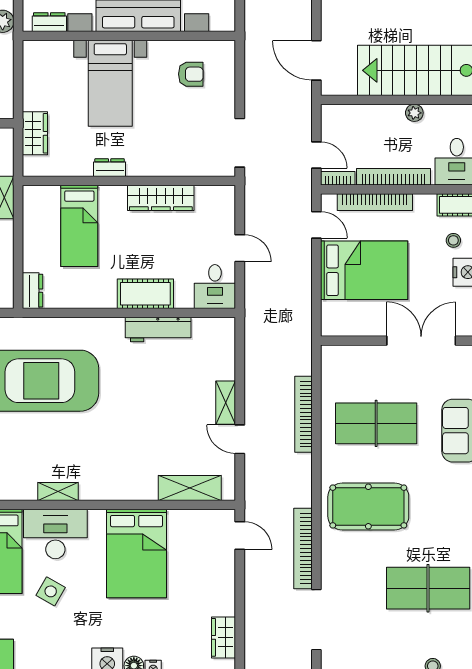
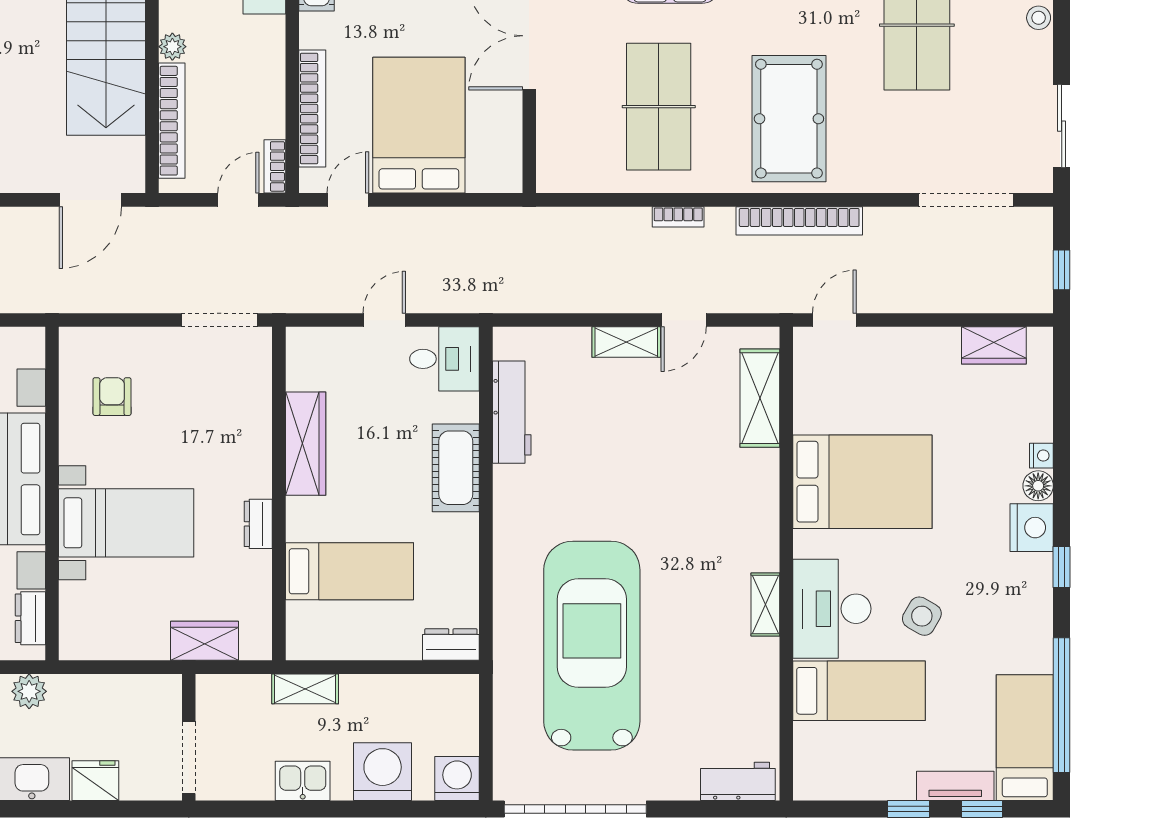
bookcase: (394, 177) -> (172, 121), moved, turned 180
workbench: (158, 330) -> (512, 412), moved
bookcase: (304, 414) -> (678, 217), width x0.43, depth x0.76
bookcase: (303, 549) -> (799, 221), moved

